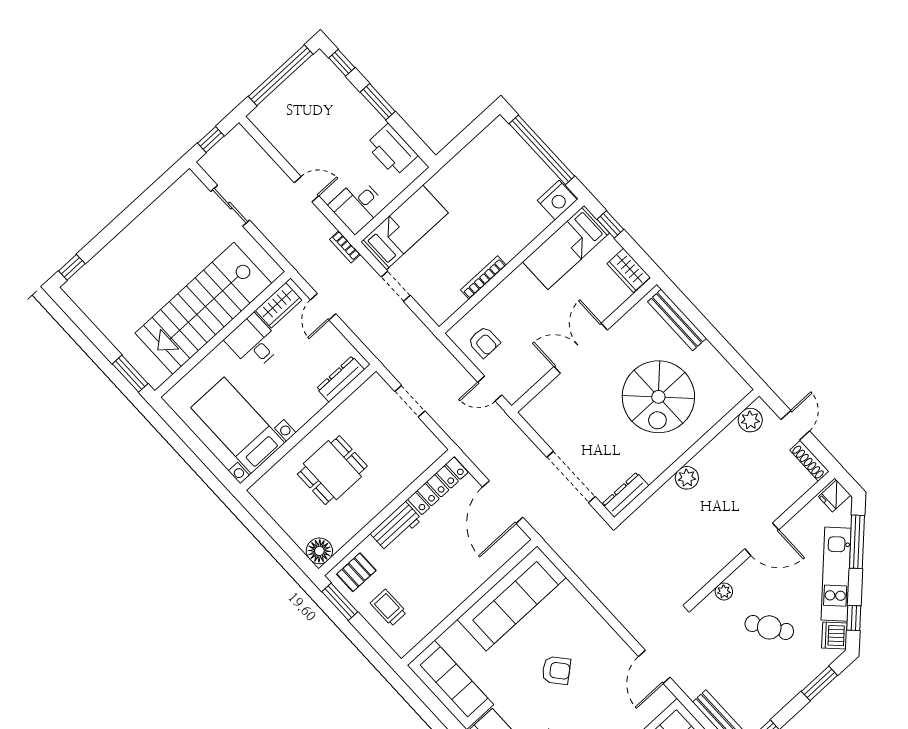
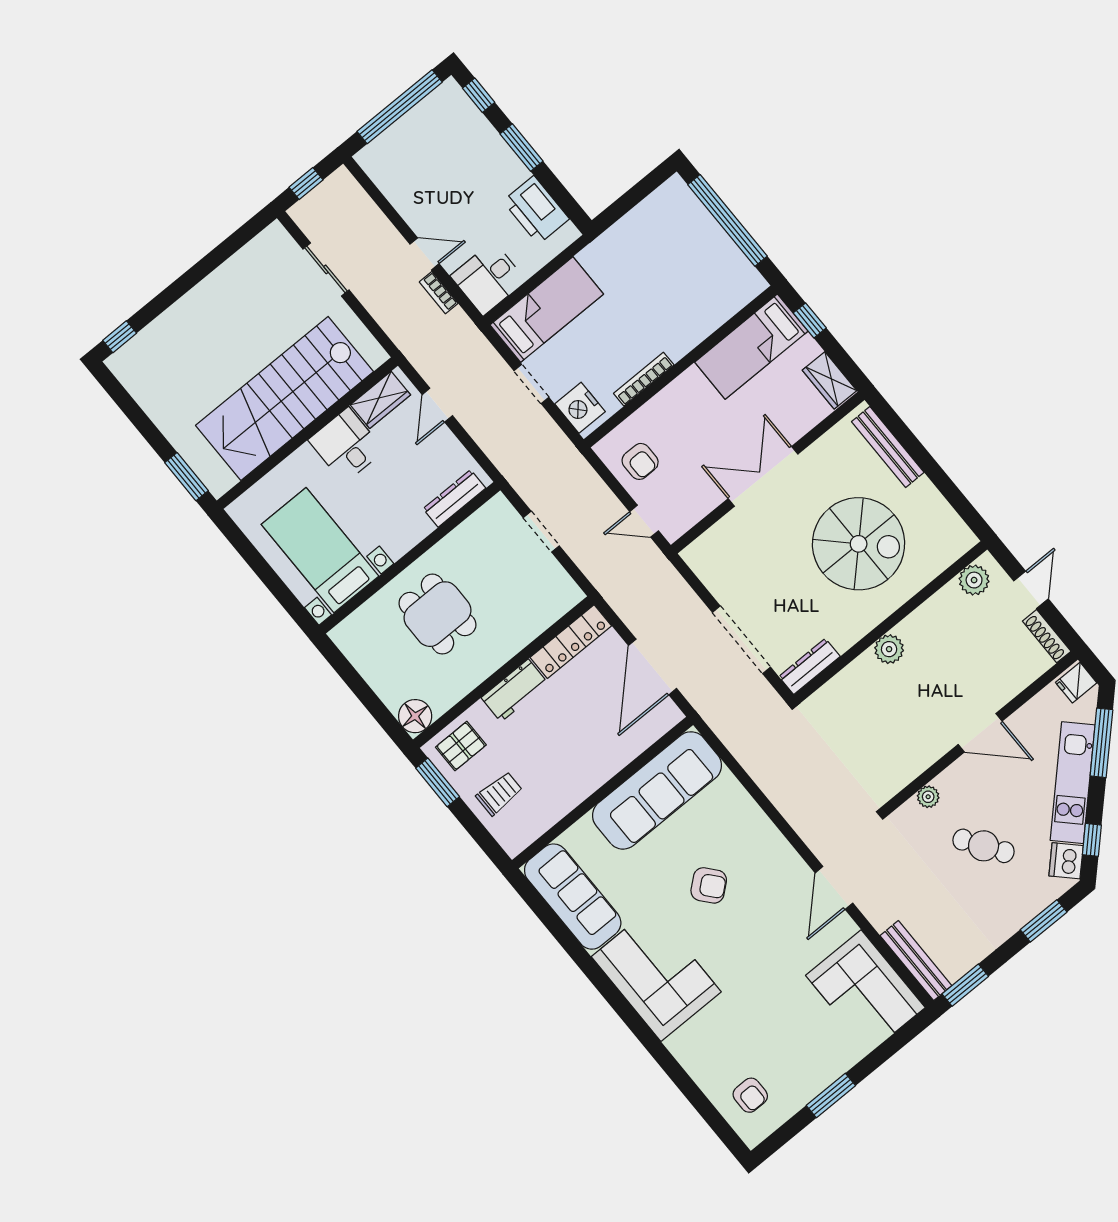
nightstand: (557, 200) -> (580, 408), moved, turned 90
bookcase: (345, 247) -> (439, 293), moved
spiral stairs: (658, 397) -> (859, 544), turned -90
dining table: (332, 470) -> (437, 614), turned 90
trolley: (388, 608) -> (499, 793), turned 90

